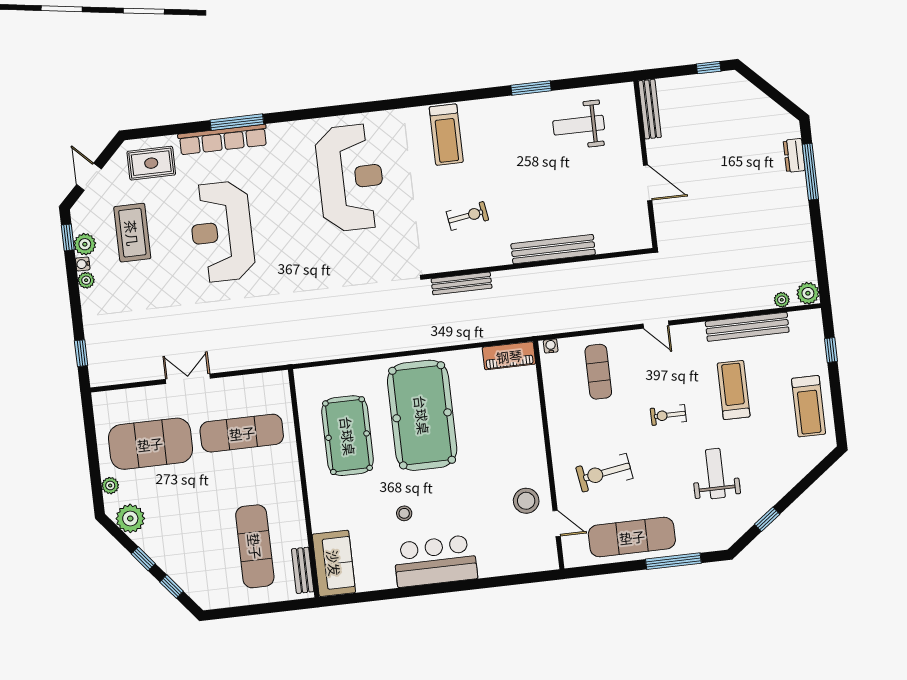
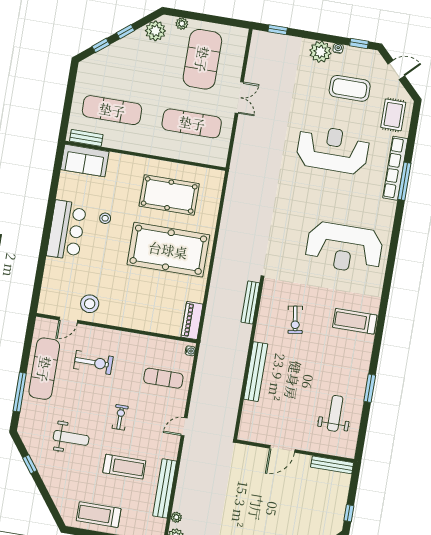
plant: (85, 244) -> (351, 54), removed
plant: (86, 280) -> (320, 52), width x1.87, depth x1.87
exercise mat: (242, 433) -> (192, 123), turned 90
exercise bike: (604, 473) -> (93, 363), turned 99

